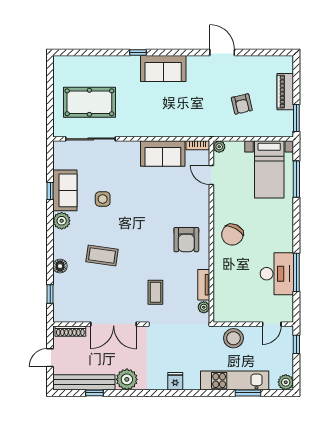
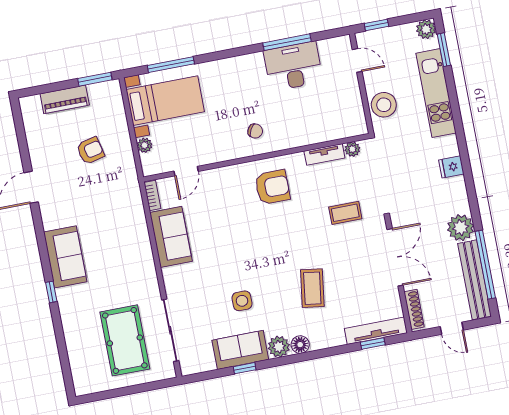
plant: (219, 147) -> (145, 145), moved
chair: (232, 235) -> (255, 131), width x0.54, depth x0.54
floor lamp: (60, 266) -> (300, 345), moved
tv unit: (60, 298) -> (376, 331), added
window: (94, 393) -> (485, 265), width x3.17
window: (248, 393) -> (444, 50), moved

